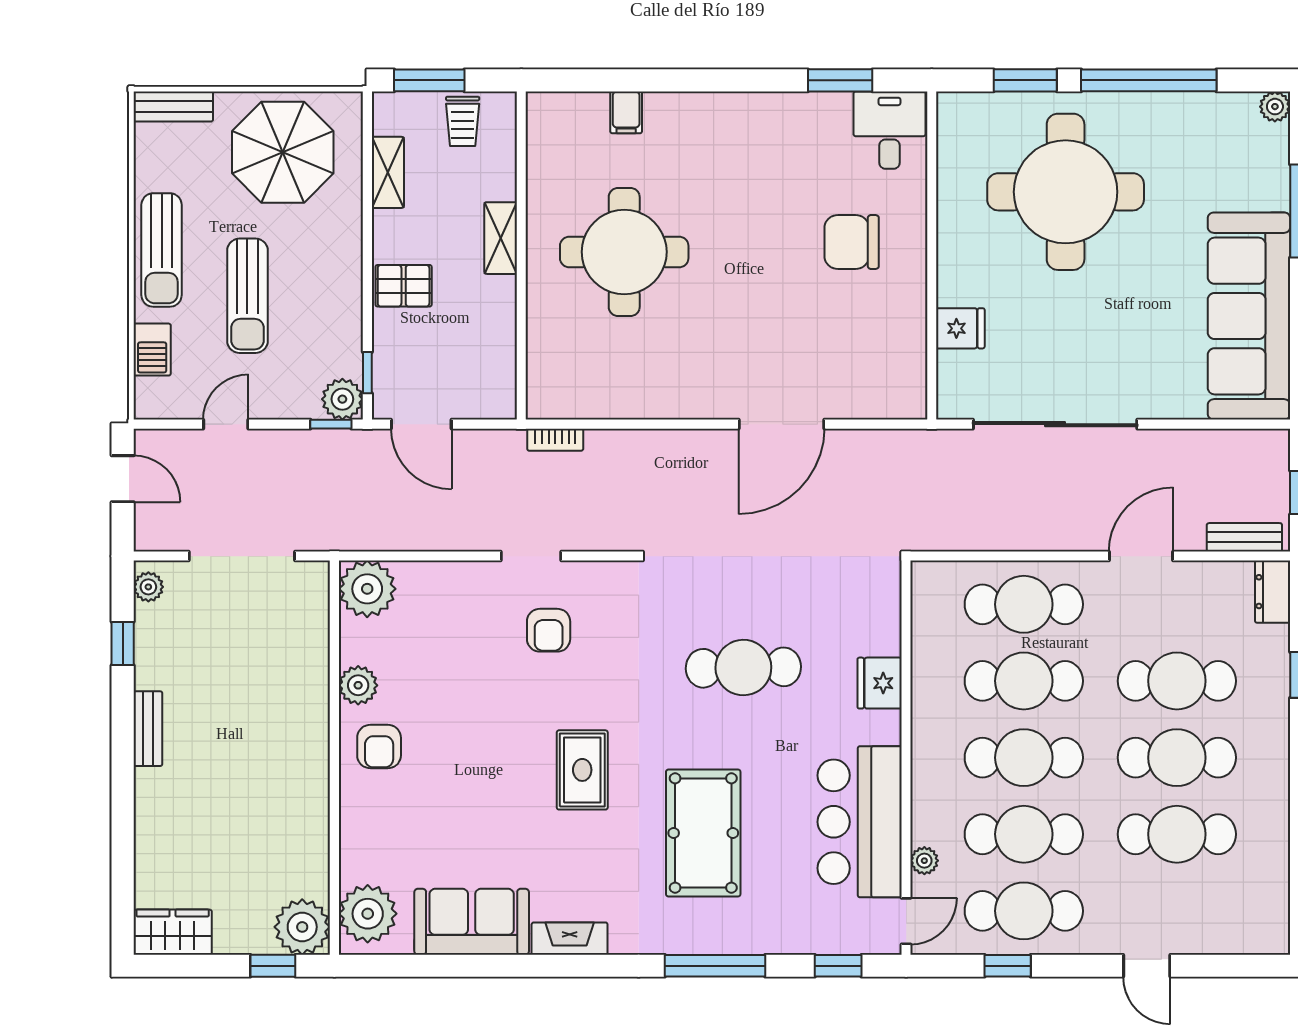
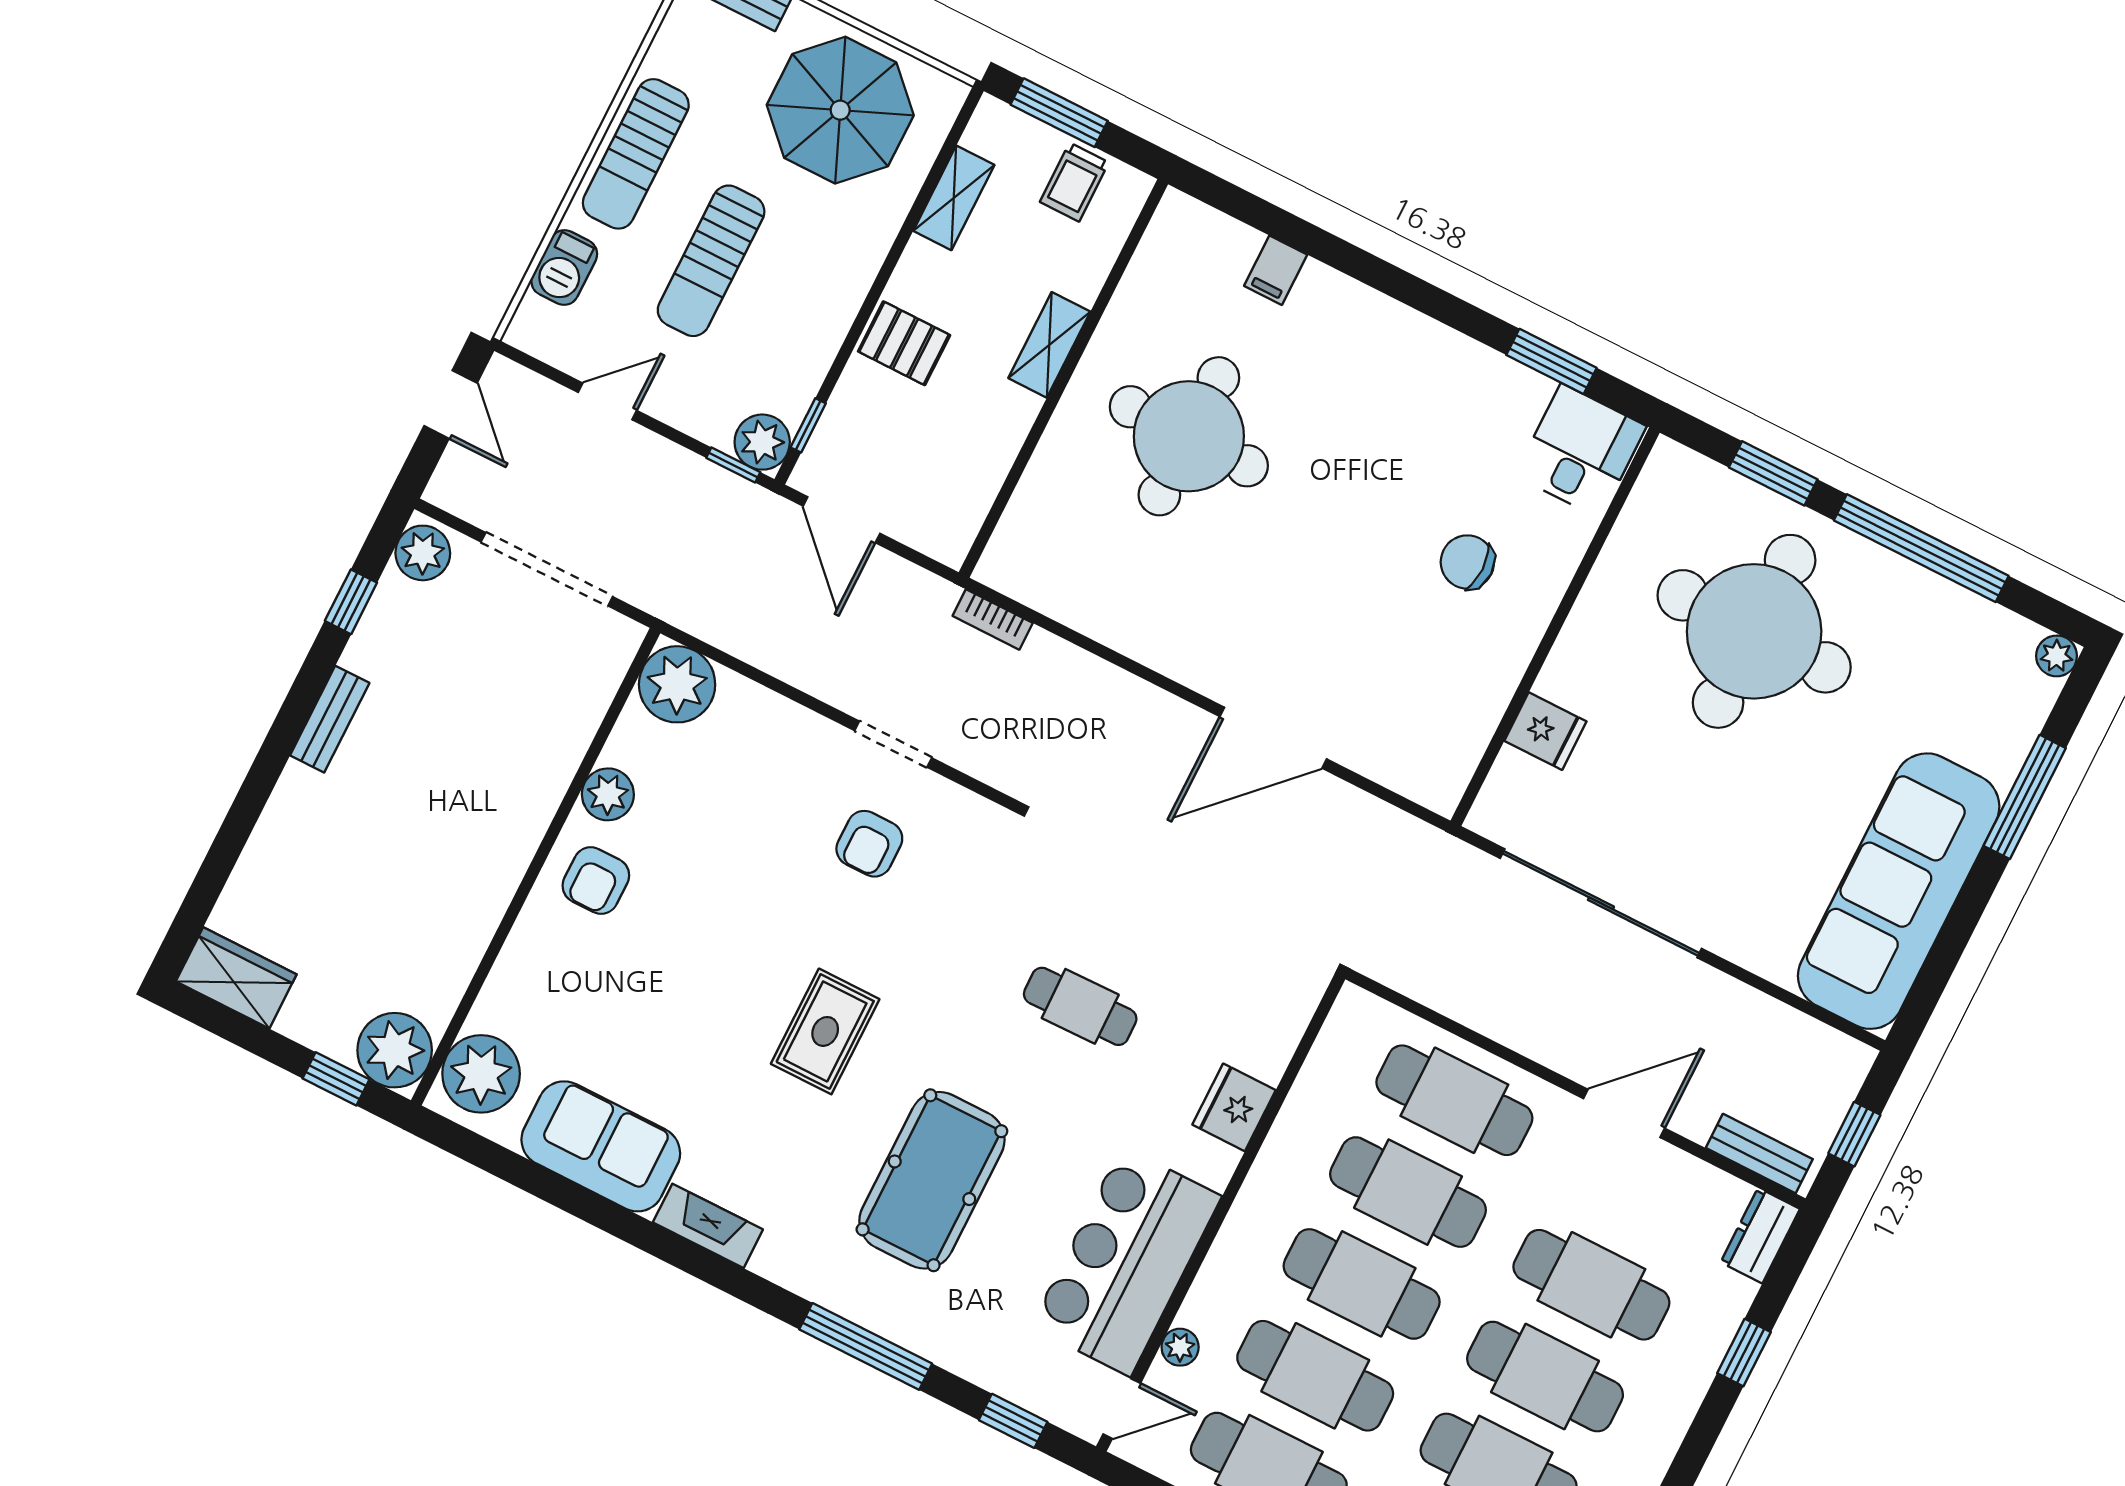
chair: (852, 242) -> (1467, 562), width x0.73, depth x0.73
plant: (148, 587) -> (423, 553), width x1.38, depth x1.38
cafe table: (743, 668) -> (1080, 1006), width x0.73, depth x0.74

